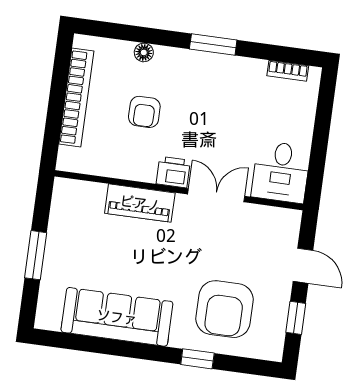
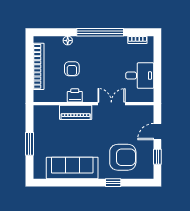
window: (213, 45) -> (100, 32), width x2.11
printer: (173, 172) -> (75, 95), moved
desk: (281, 172) -> (140, 76), moved, turned -90
door: (303, 266) -> (157, 132), swing flipped
armchair: (224, 309) -> (123, 157), turned -90

